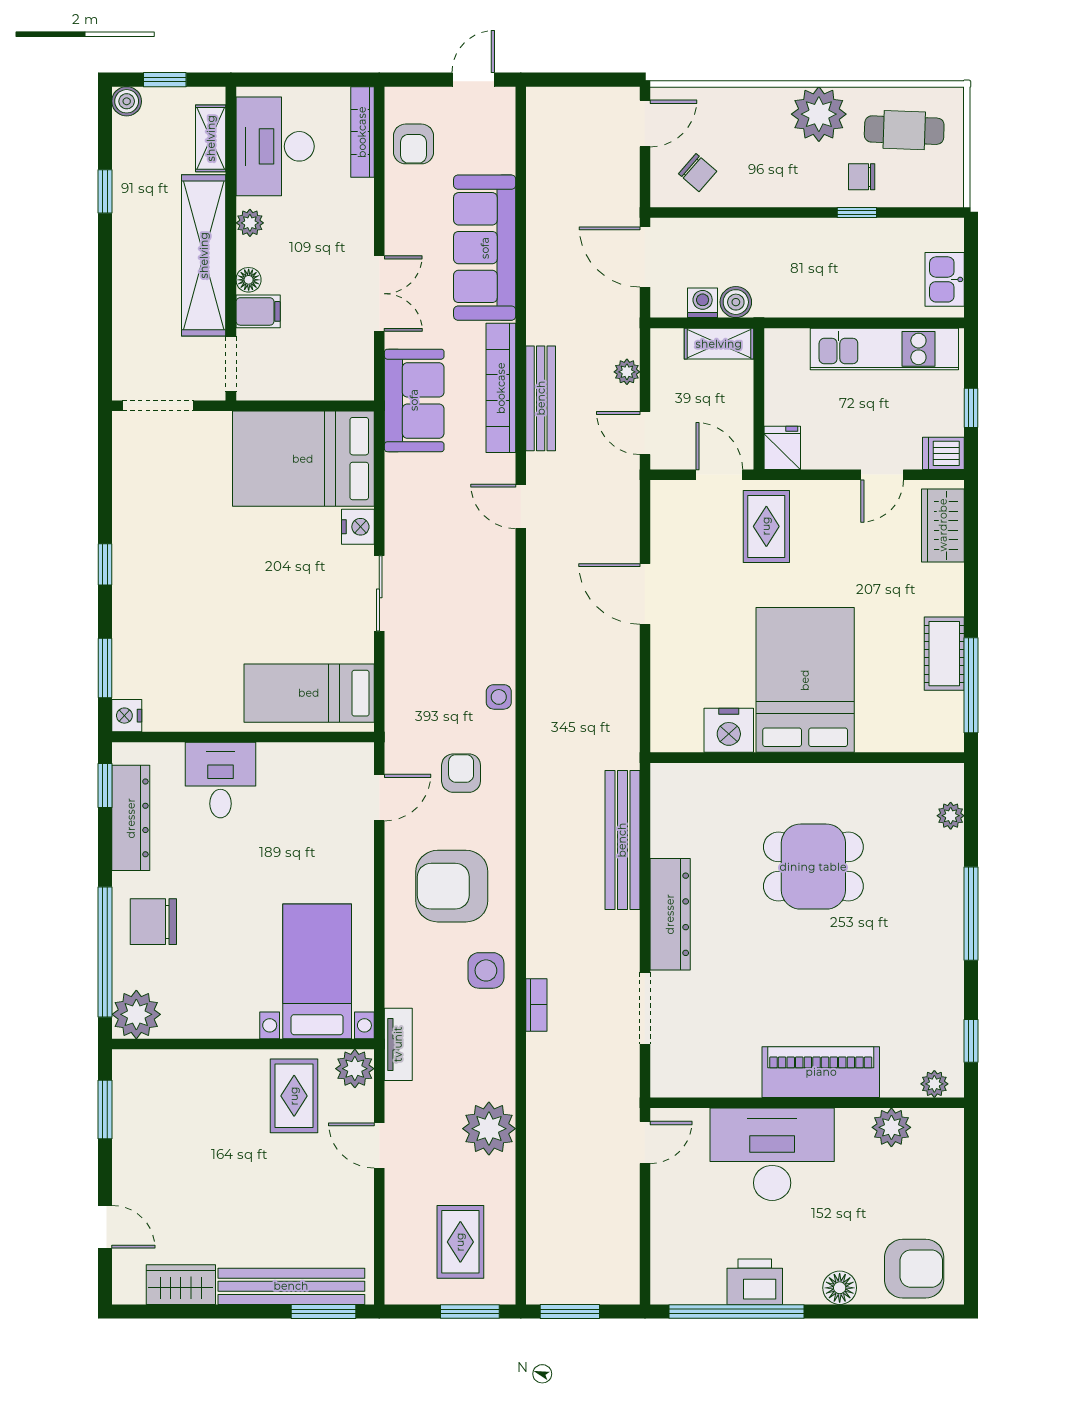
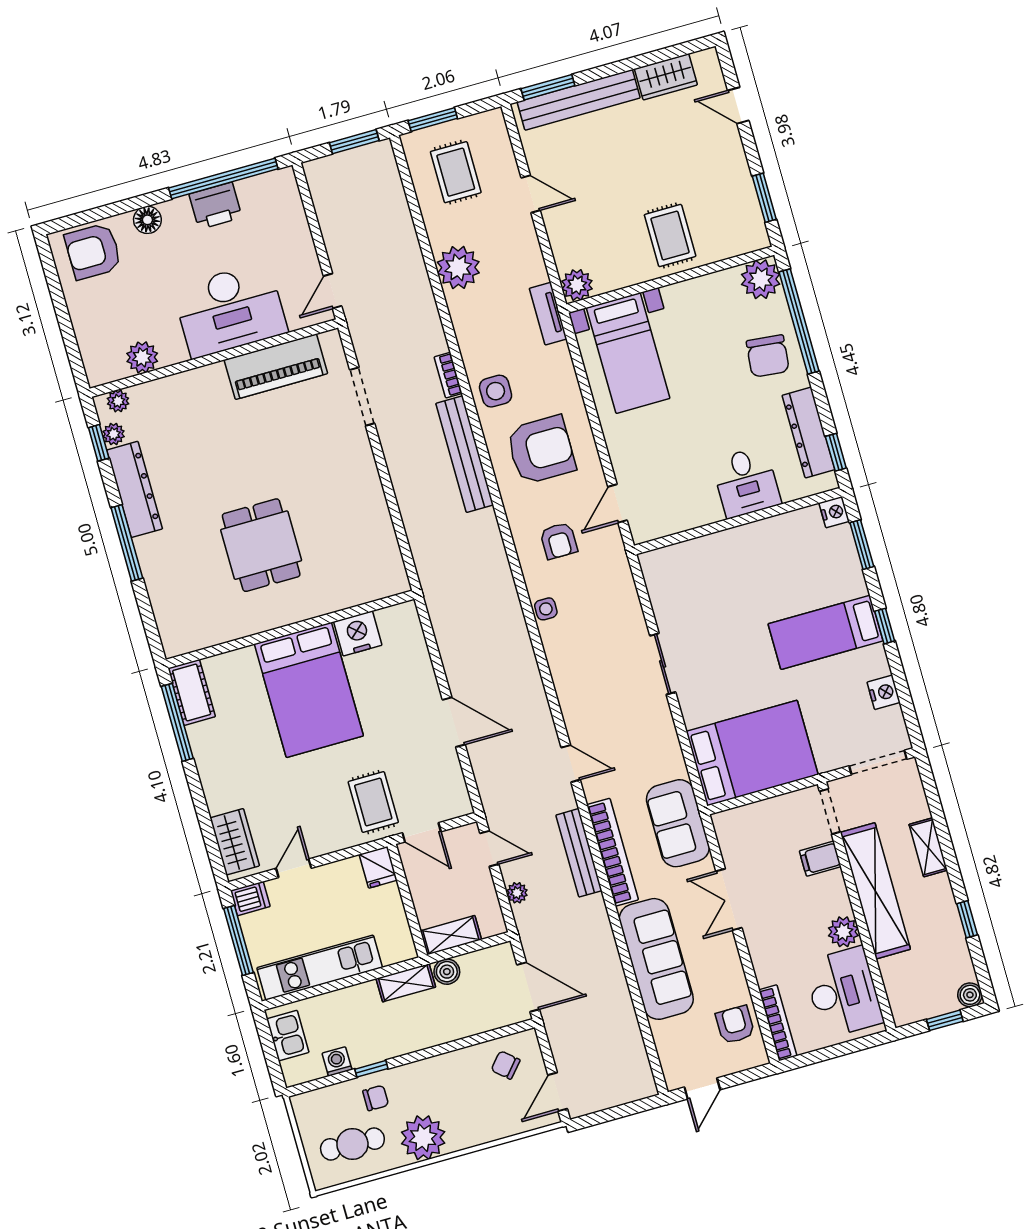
shelving: (211, 138) -> (928, 847), moved
plant: (250, 223) -> (843, 932), width x1.38, depth x1.38
floor lamp: (249, 280) -> (835, 881), removed
washing machine: (703, 303) -> (337, 1061), moved, turned 180
shelving: (788, 303) -> (406, 983), added
window: (971, 408) -> (239, 940), width x2.17
nightstand: (358, 527) -> (884, 692), moved, turned 180
cot: (944, 654) -> (192, 692), moved
bed: (309, 693) -> (825, 632), moved, turned 180
plant: (951, 816) -> (114, 434), moved
bench: (622, 840) -> (465, 454), moved
dining table: (813, 867) -> (261, 545), turned 90
dresser: (670, 914) -> (135, 489), moved, turned 180
chair: (153, 922) -> (768, 356), turned 96
piano: (821, 1072) -> (276, 367), moved
rug: (294, 1096) -> (670, 235), moved
door: (379, 1145) -> (531, 194), moved

